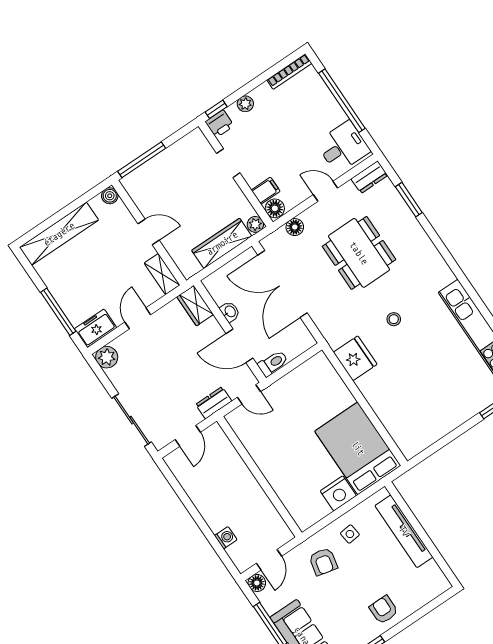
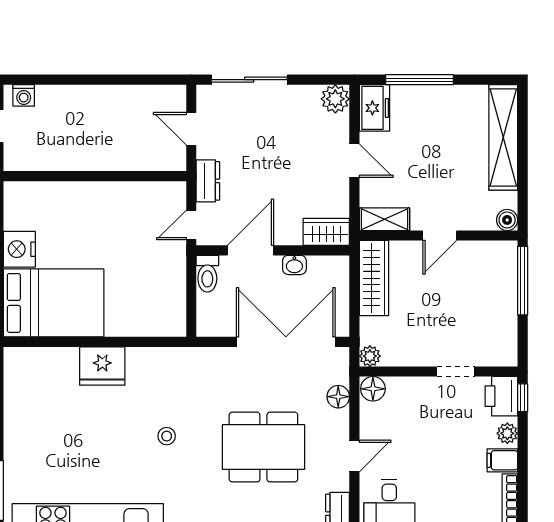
printer: (220, 124) -> (501, 396), width x1.36, depth x1.24
filing cabinet: (266, 191) -> (502, 460), moved, turned 90
wardrobe: (222, 243) -> (374, 278), moved
fridge: (355, 358) -> (102, 366), moved
washing machine: (226, 538) -> (24, 95), moved

